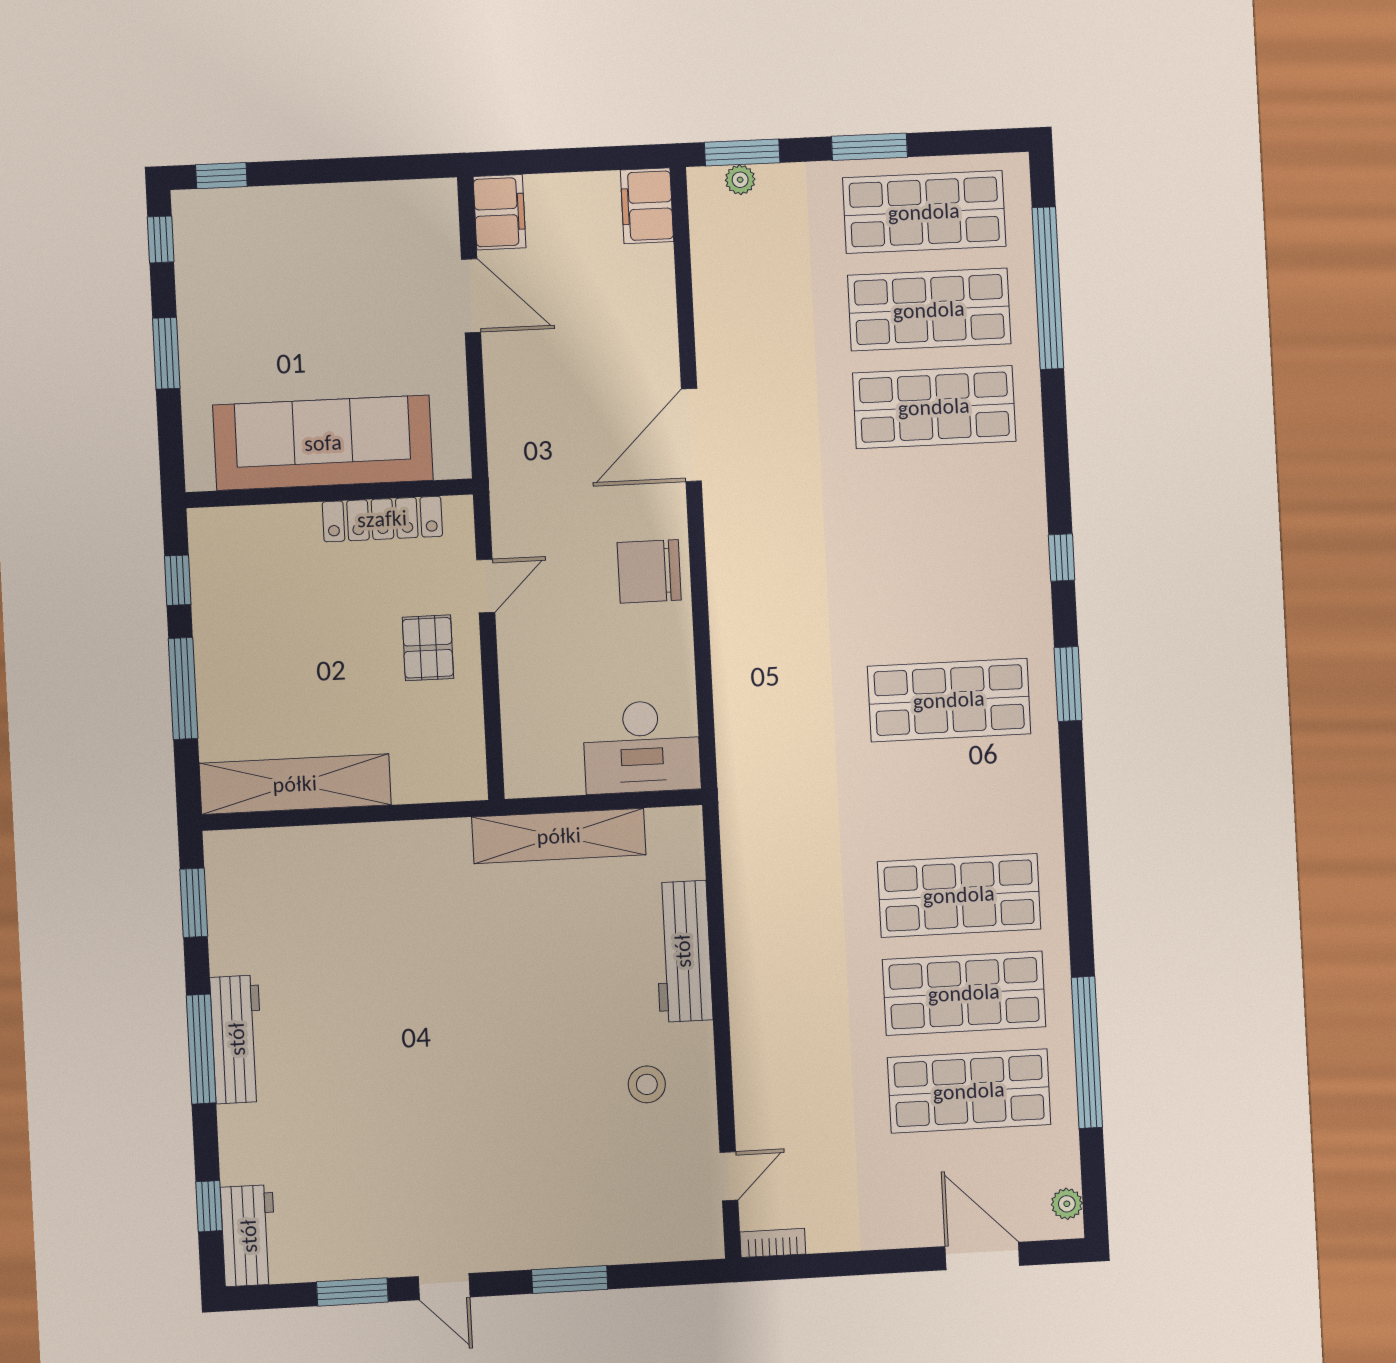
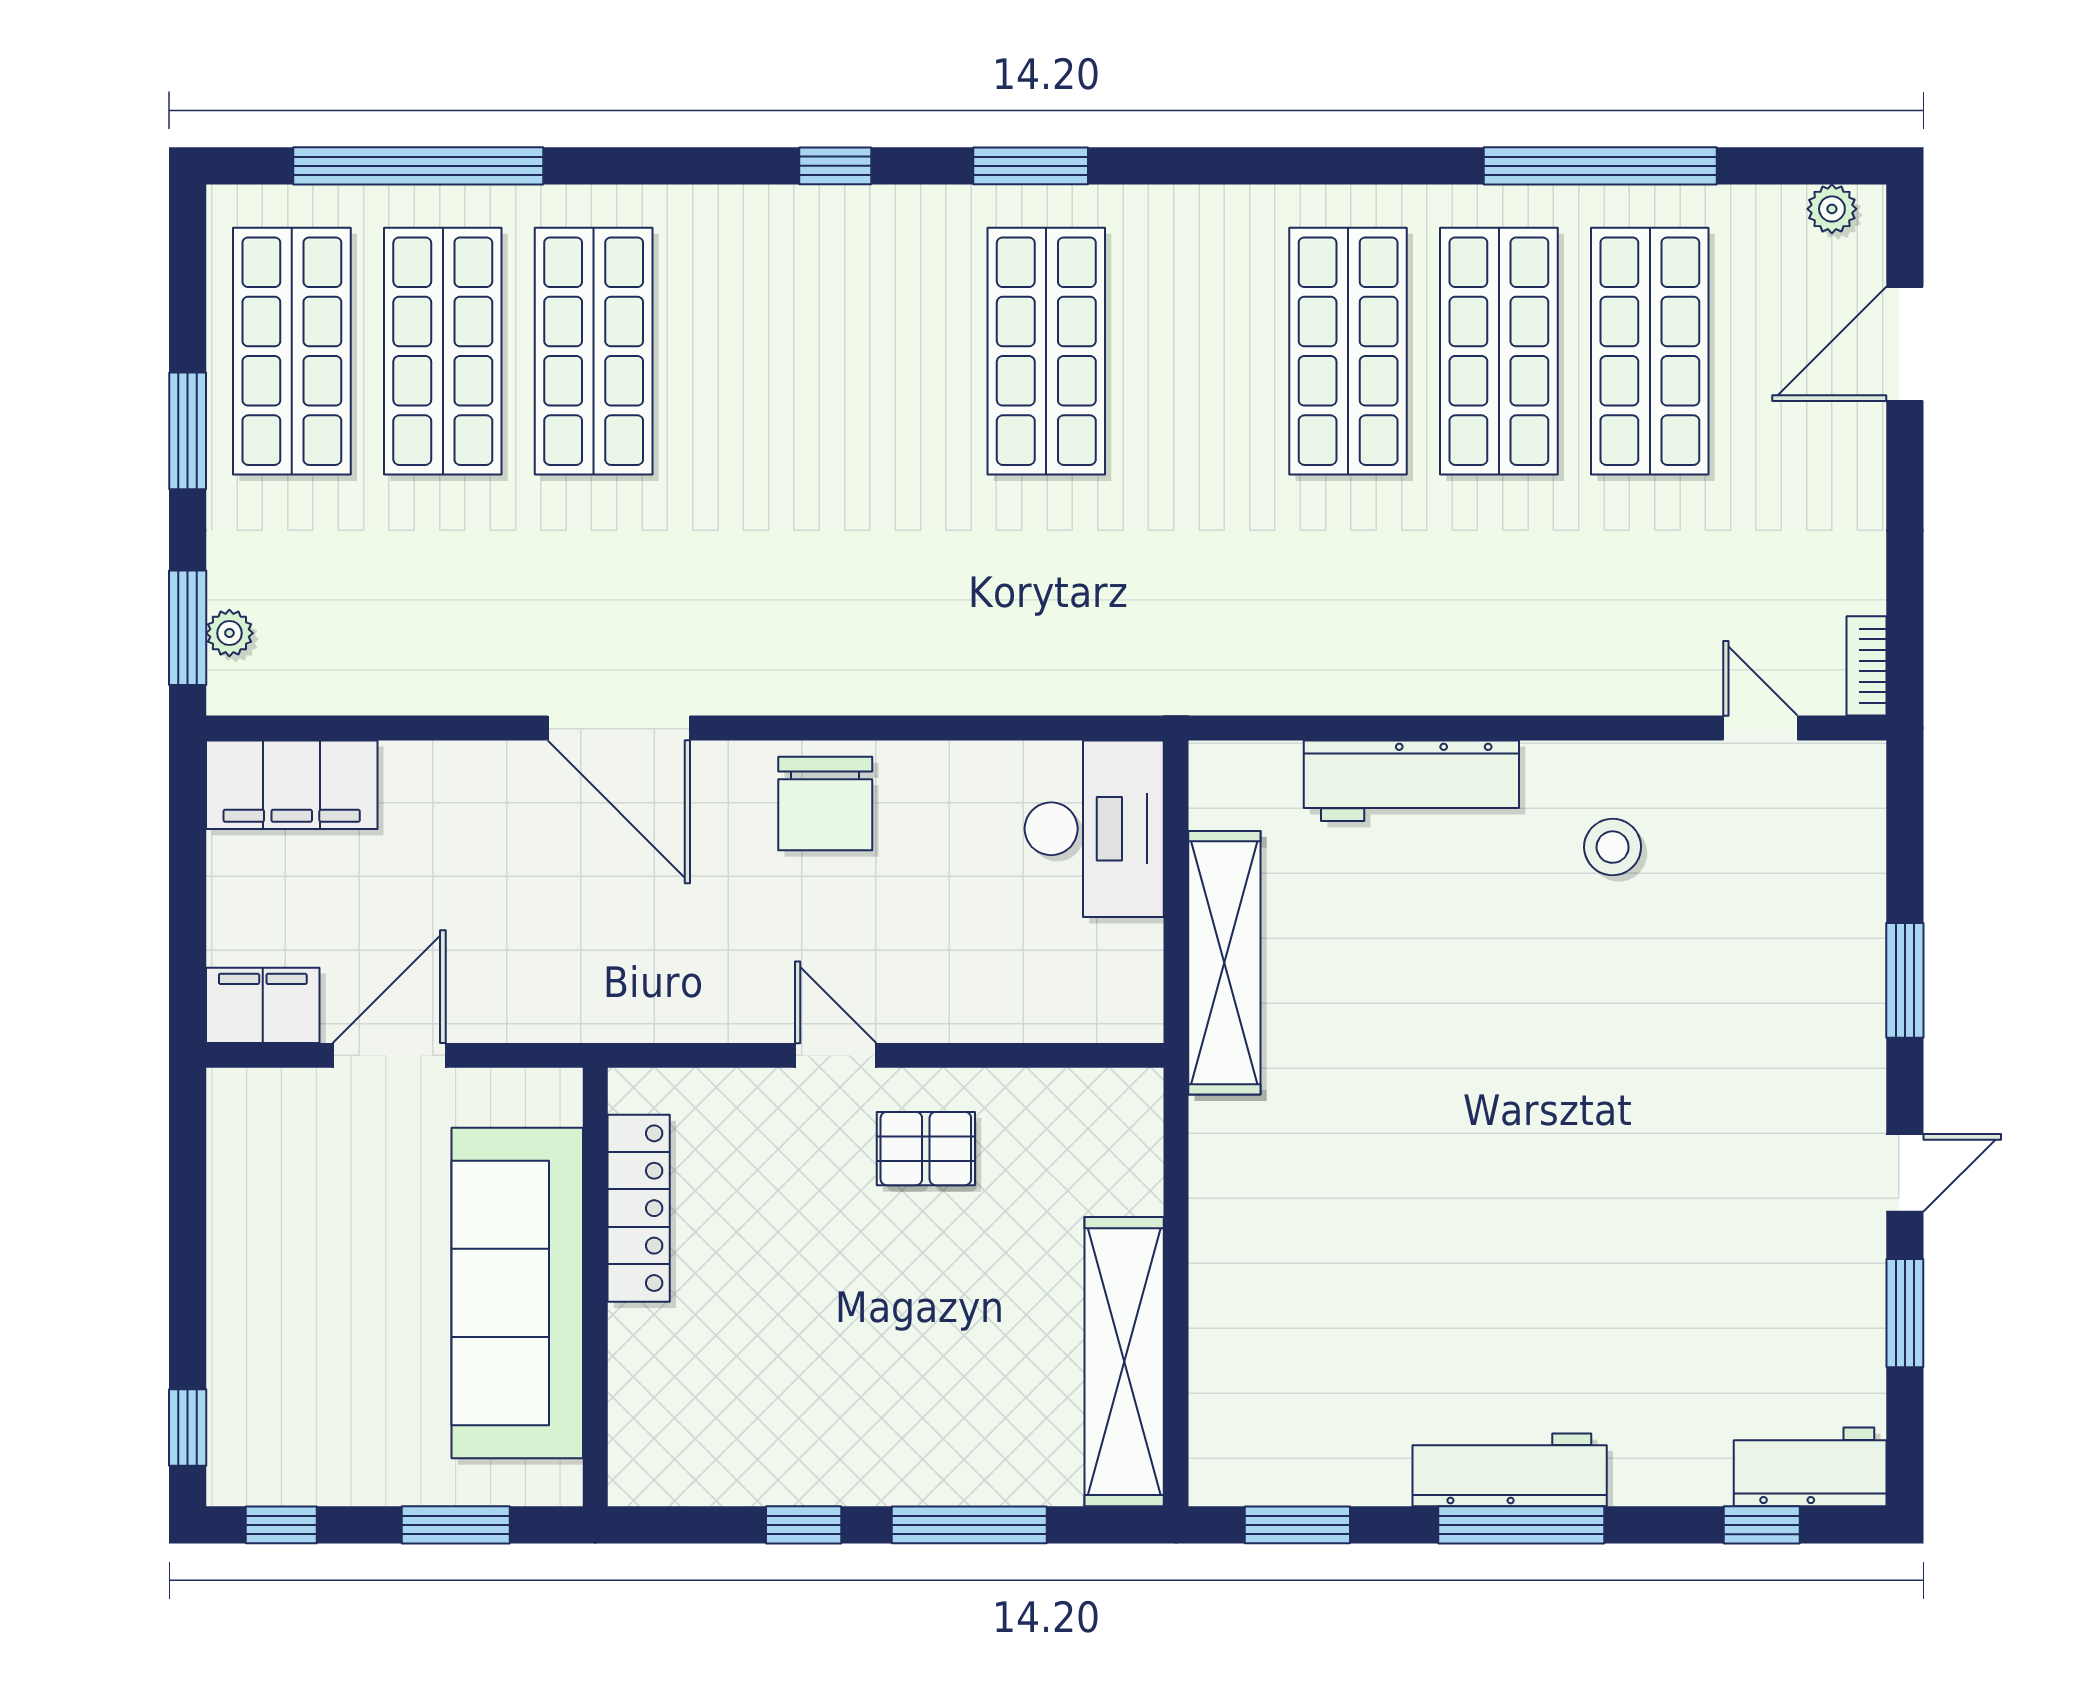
filing cabinet: (647, 206) -> (292, 785), width x1.50, depth x1.17
sofa: (323, 443) -> (517, 1293), moved
wall: (329, 493) -> (595, 1287), moved
locker: (382, 519) -> (639, 1208), moved

